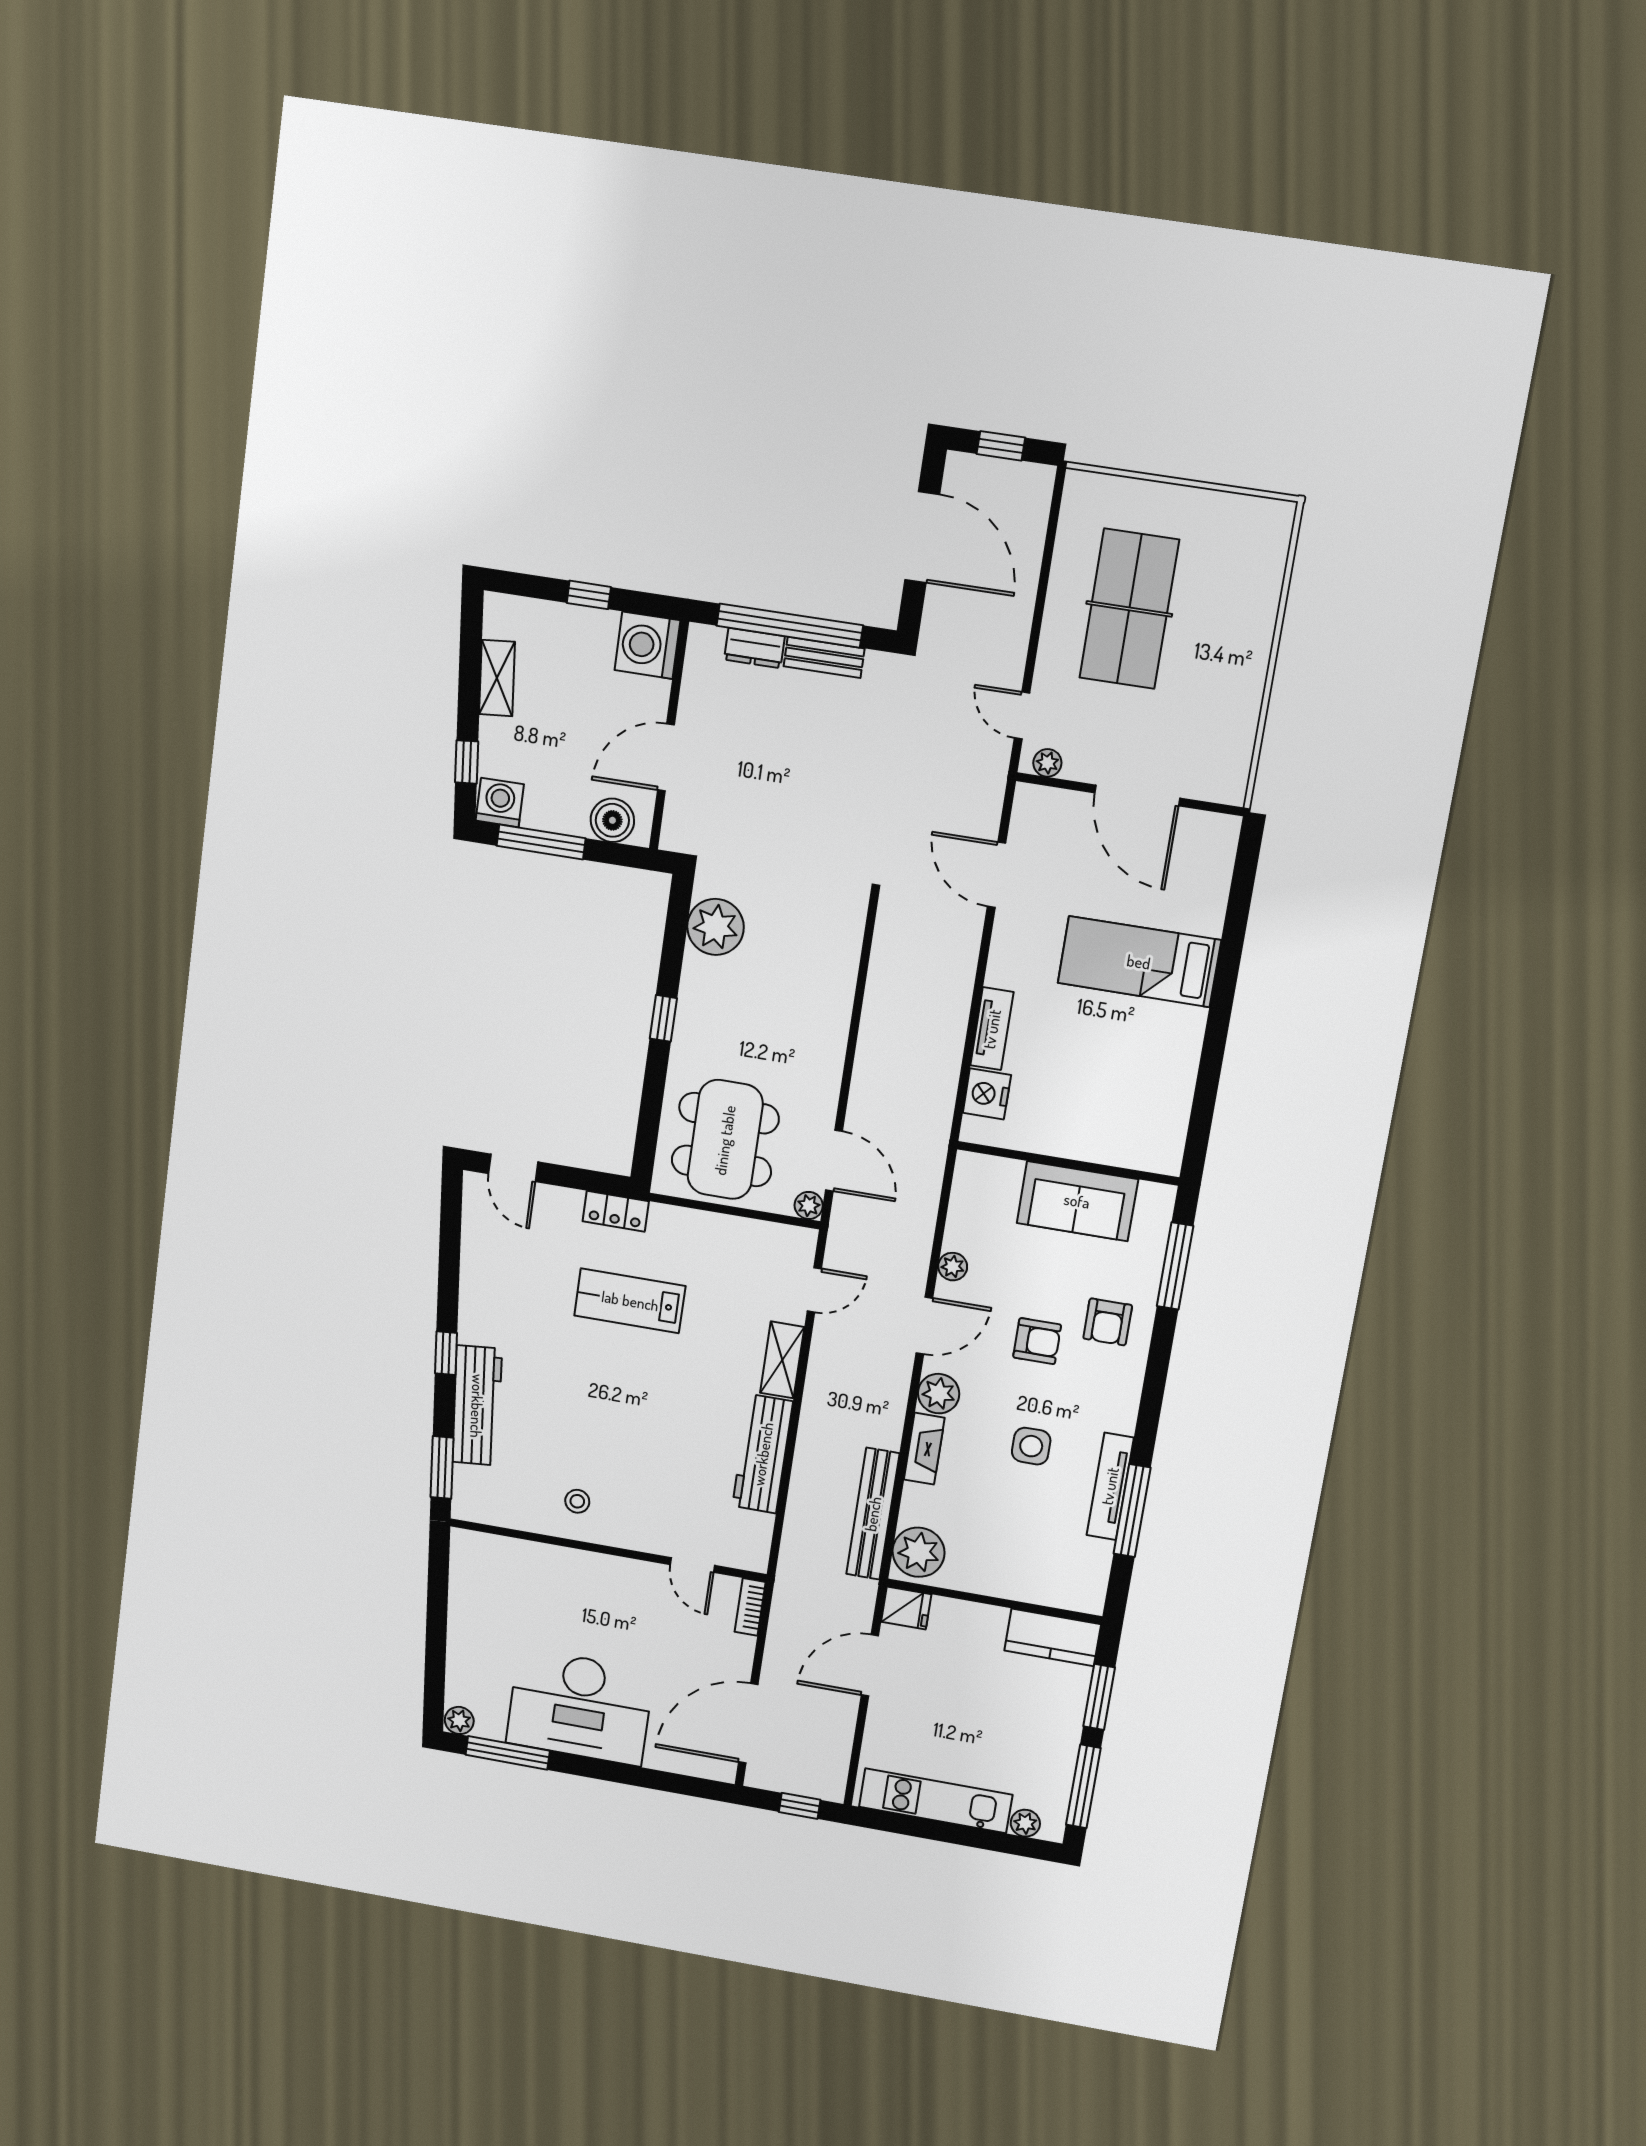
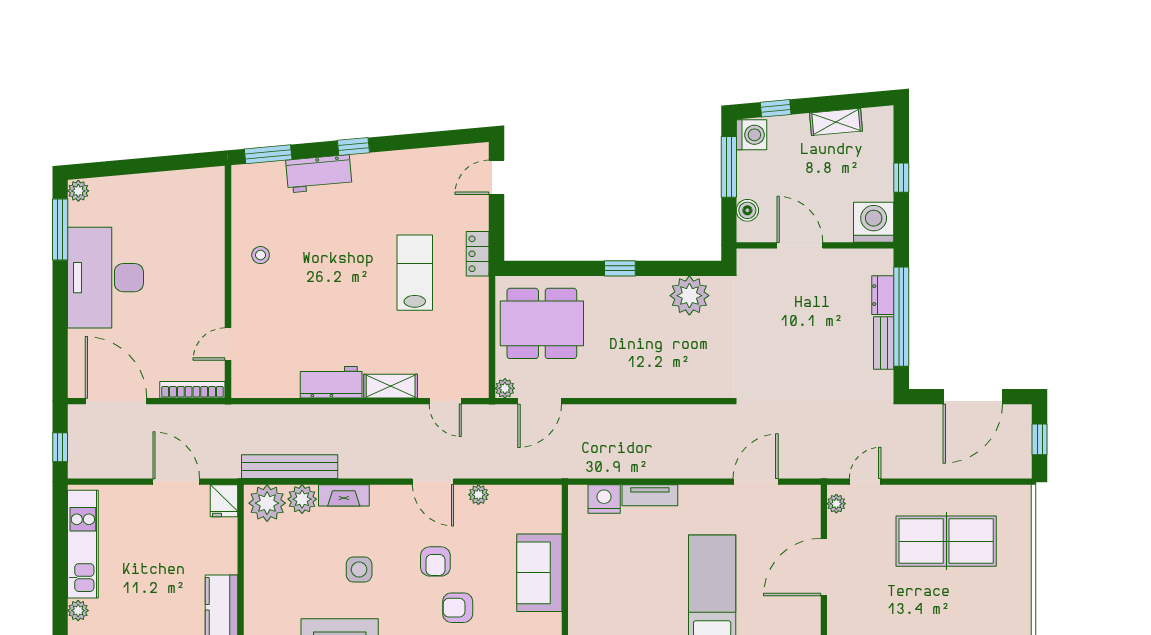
boiler: (612, 820) -> (747, 210), width x0.73, depth x0.73
plant: (939, 1394) -> (302, 499), moved
workbench: (477, 1406) -> (319, 174), width x0.73
workbench: (763, 1454) -> (331, 382), width x0.73
bookcase: (750, 1607) -> (192, 390), width x1.56

